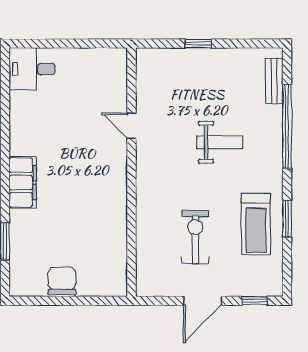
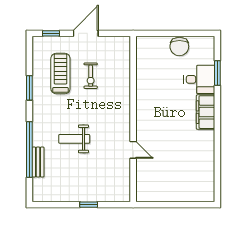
desk: (32, 69) -> (199, 79), moved
bench: (274, 81) -> (38, 162), moved
treadmill: (256, 224) -> (60, 74), moved
exercise bike: (195, 237) -> (91, 76), width x0.73, depth x0.72

